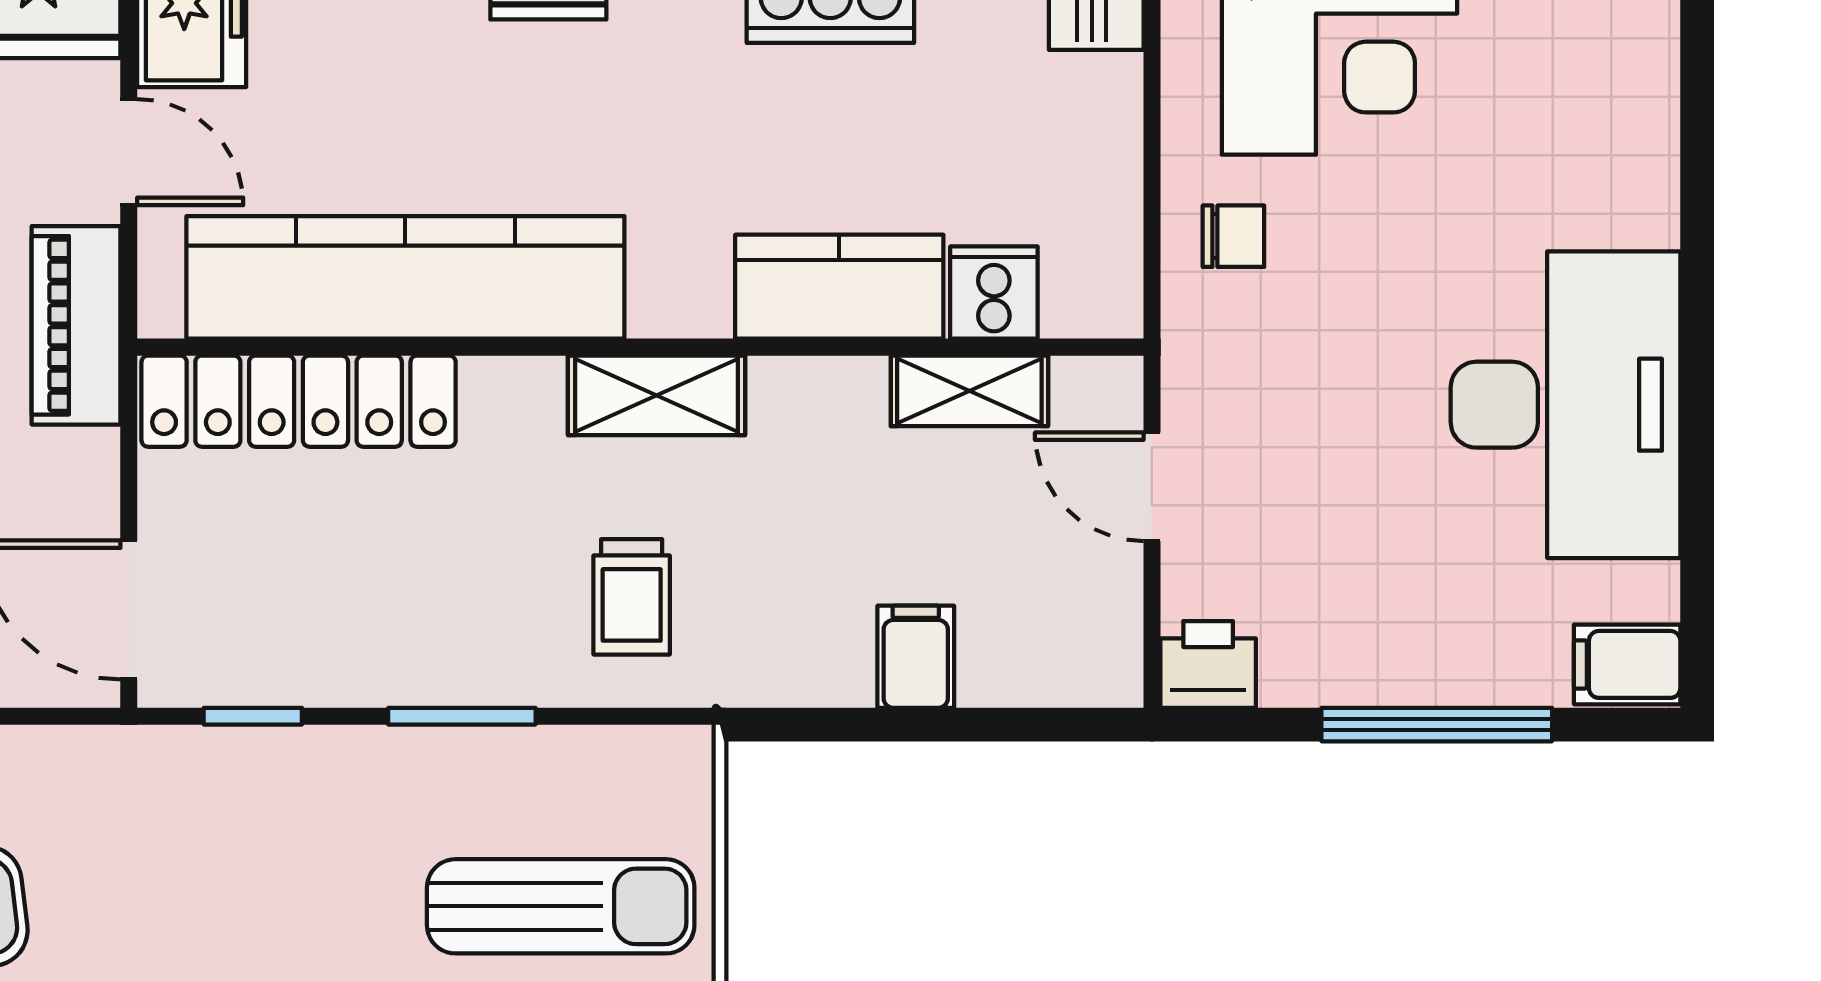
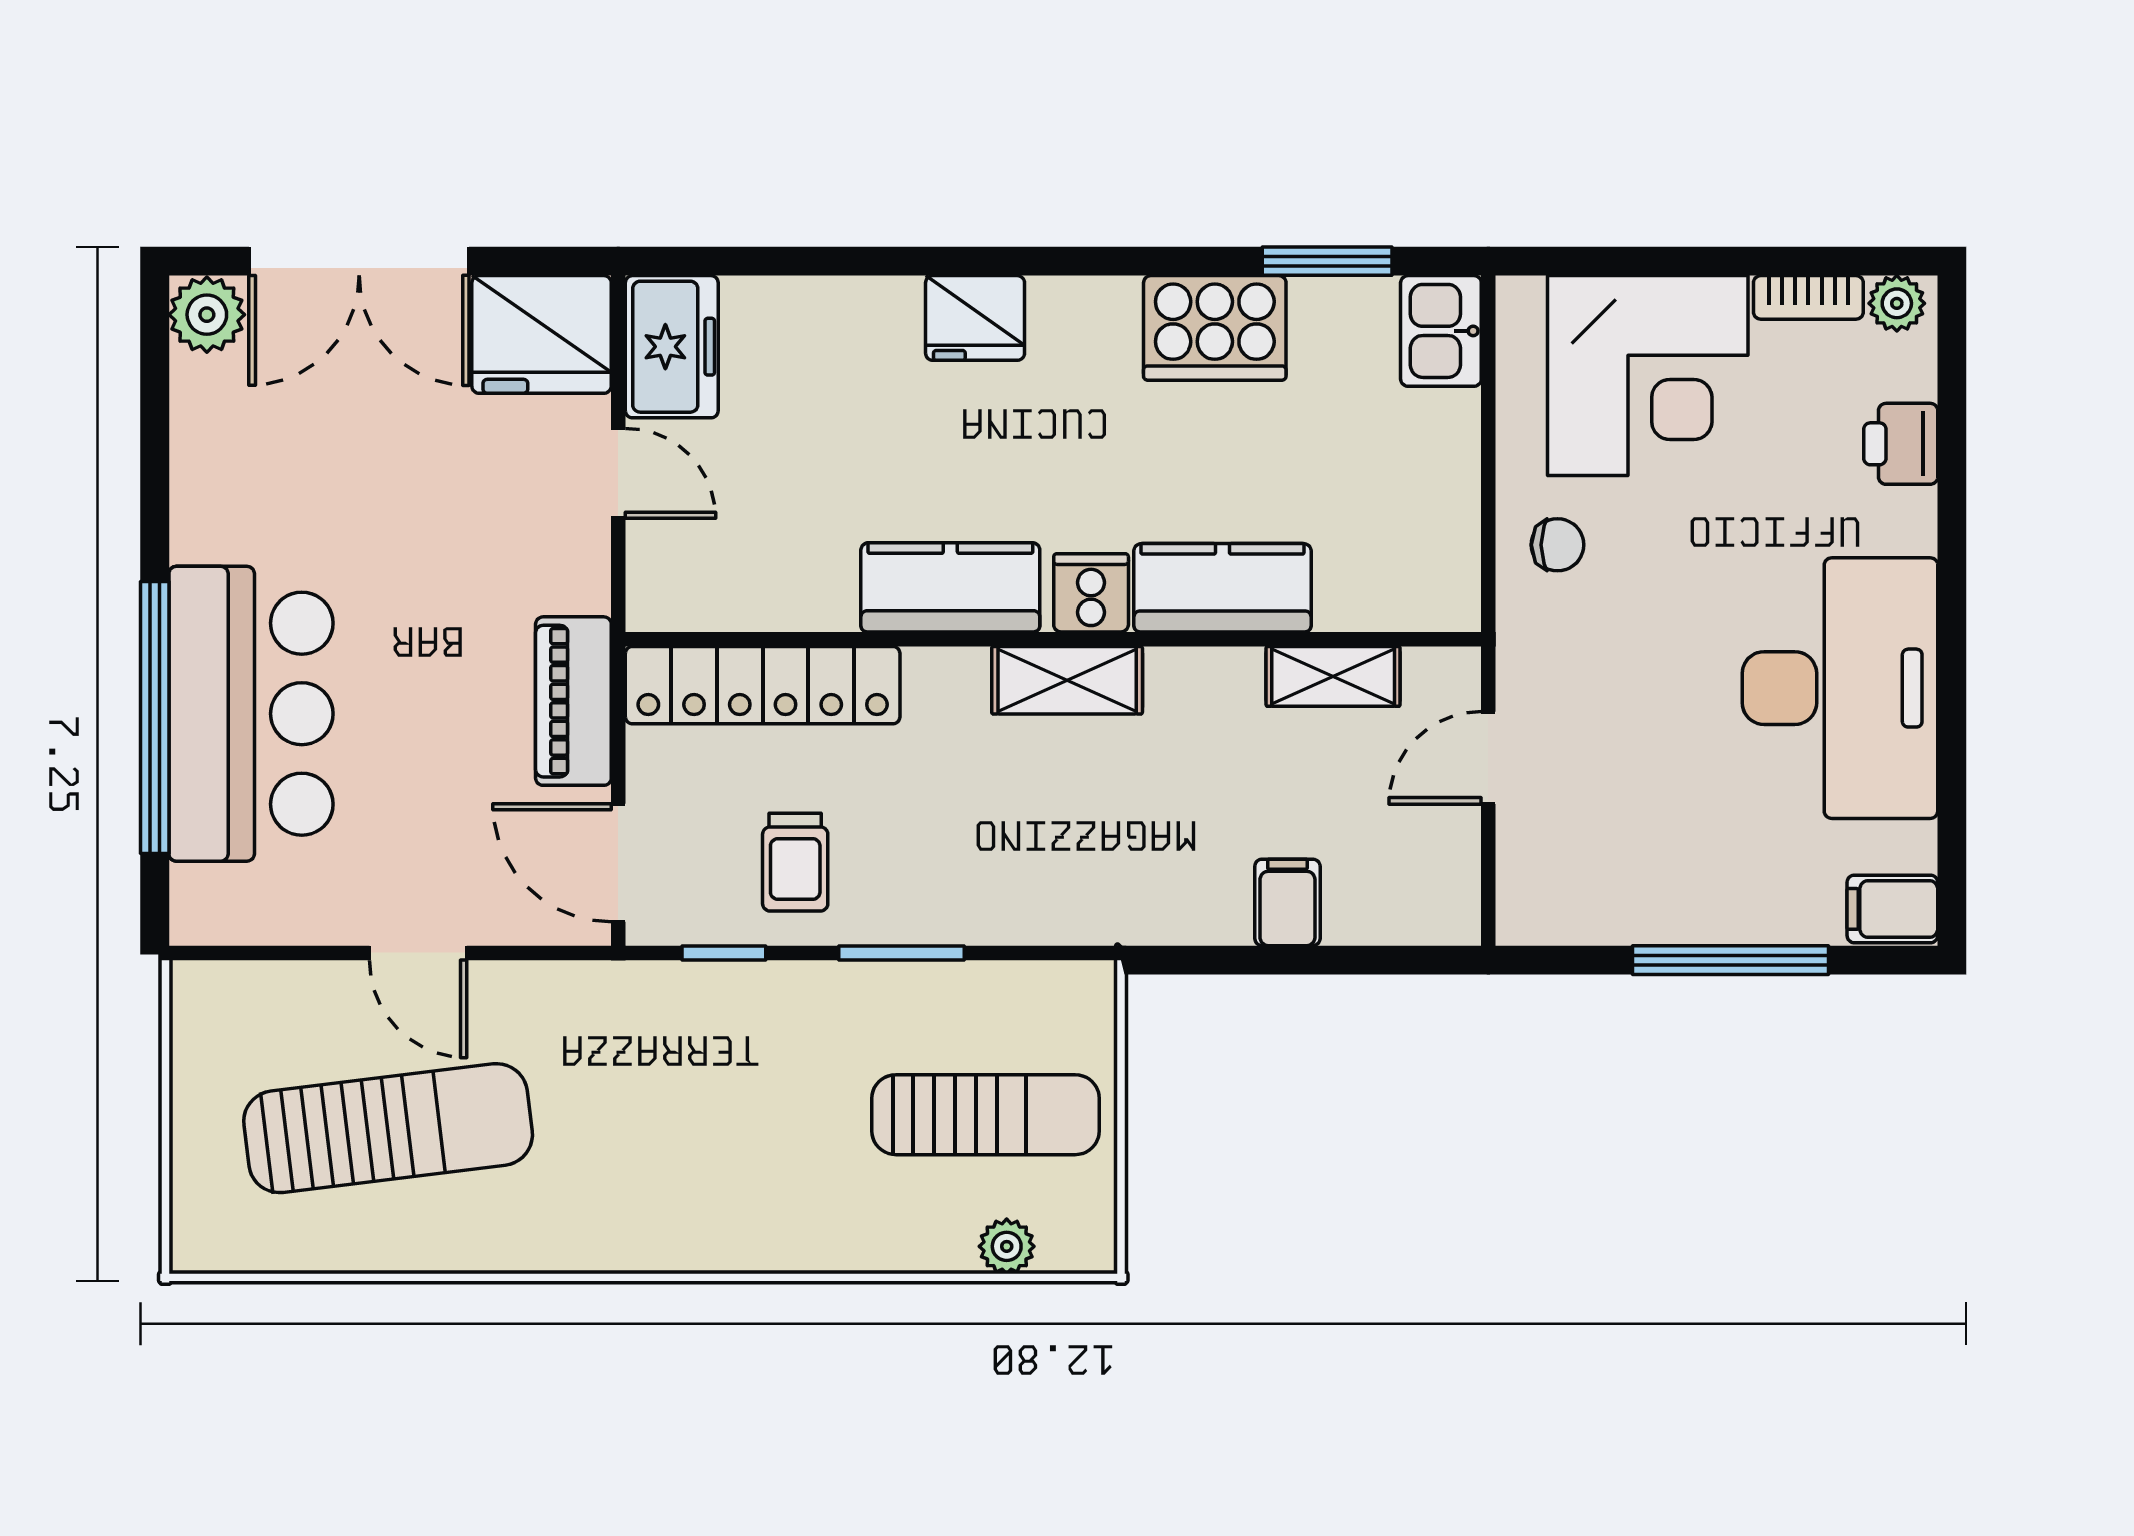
kitchen counter: (405, 277) -> (950, 587), width x0.48, depth x0.86
cooker: (994, 293) -> (1091, 593), moved
piano: (76, 325) -> (573, 701), moved
door: (1152, 487) -> (1488, 758), hinge flipped
trolley: (632, 597) -> (795, 862), moved
printer: (1208, 664) -> (1901, 444), moved, turned -90

